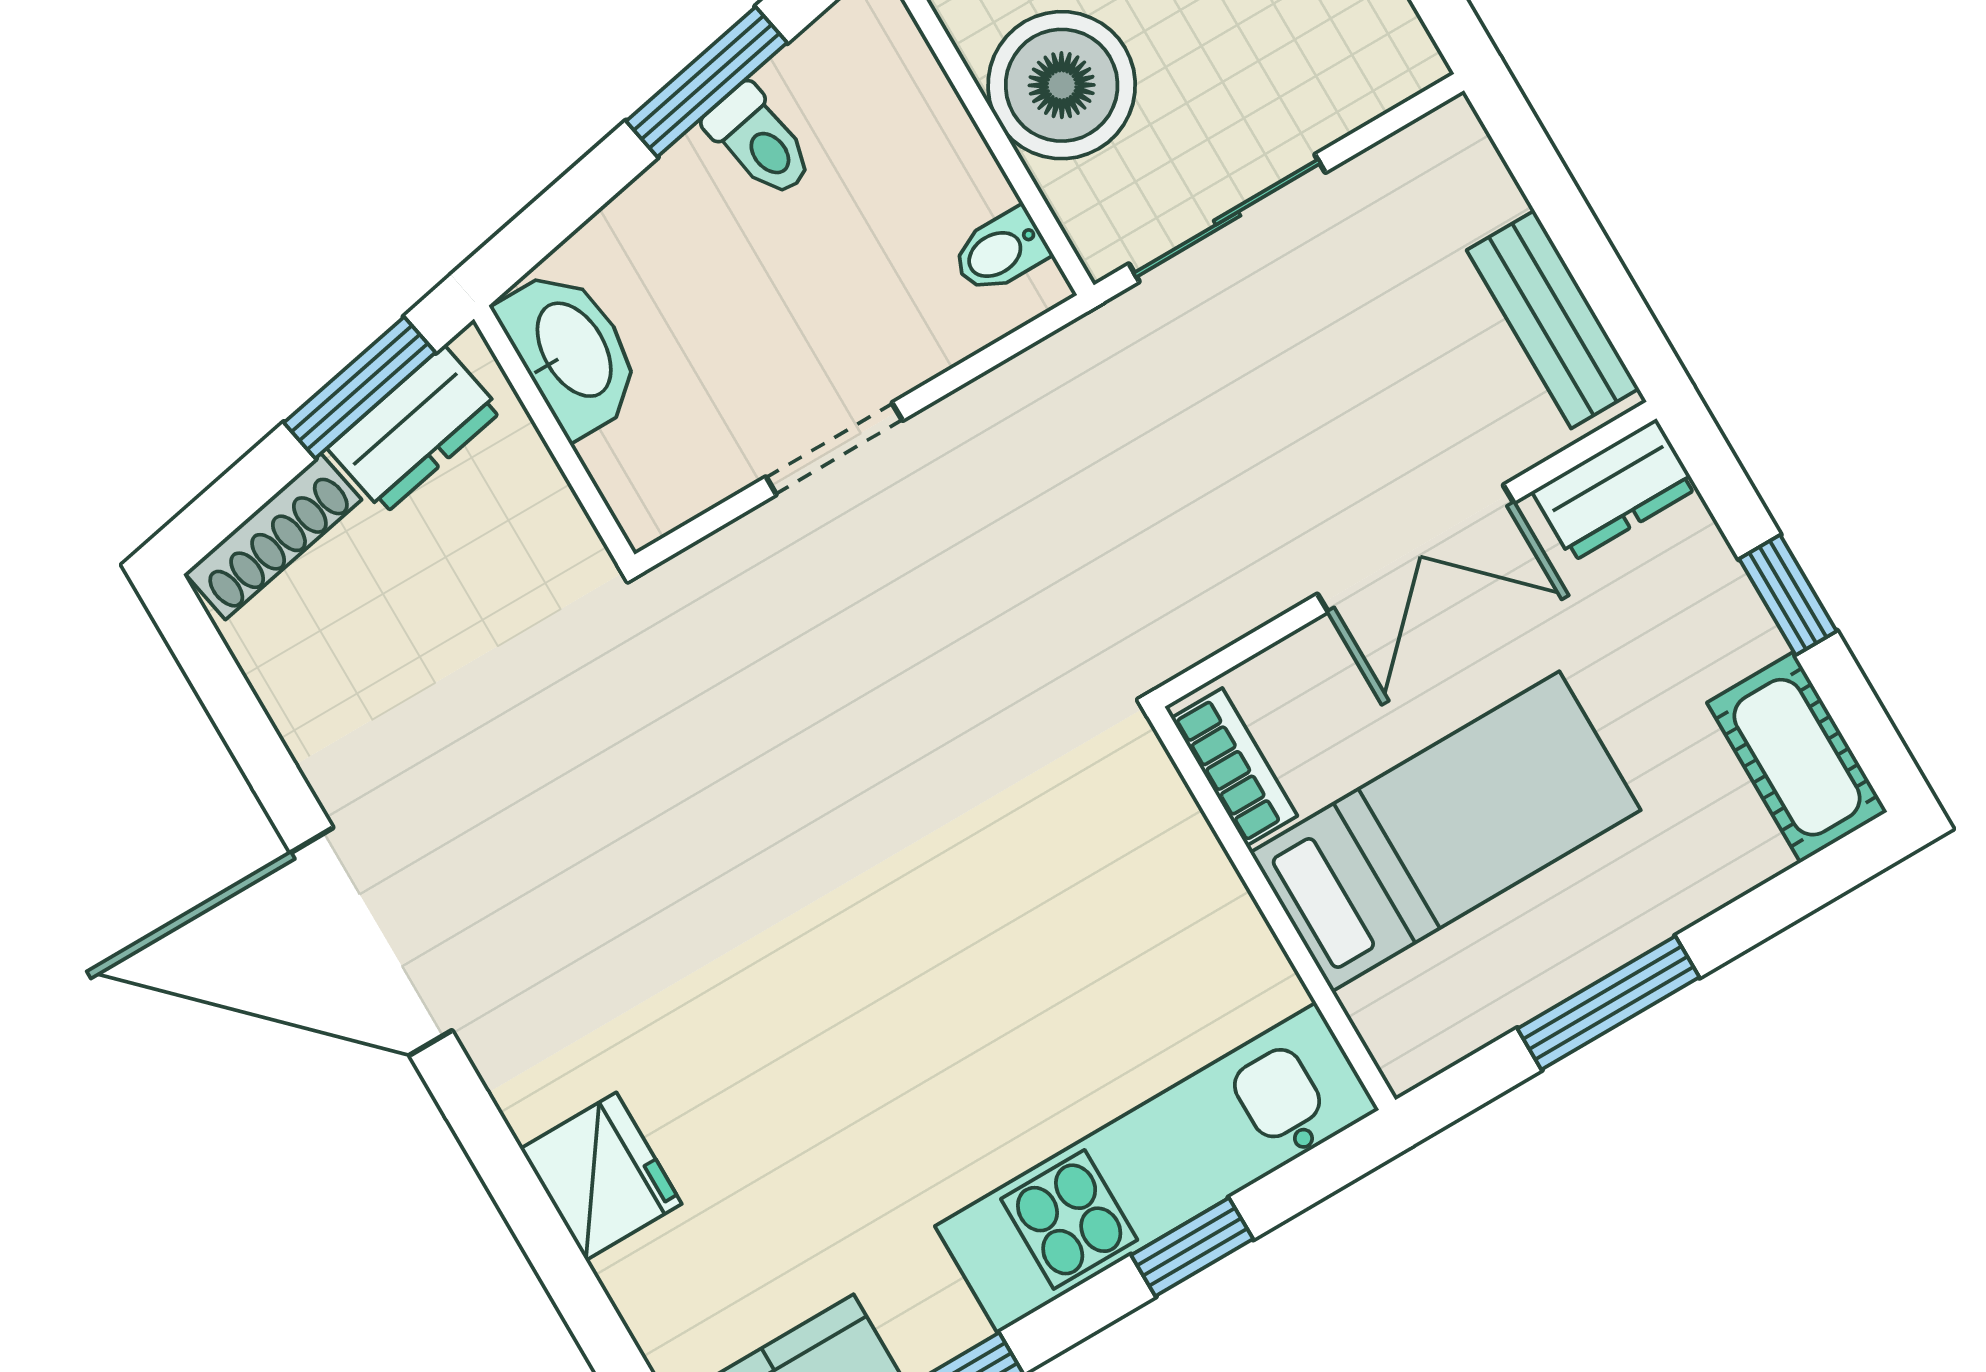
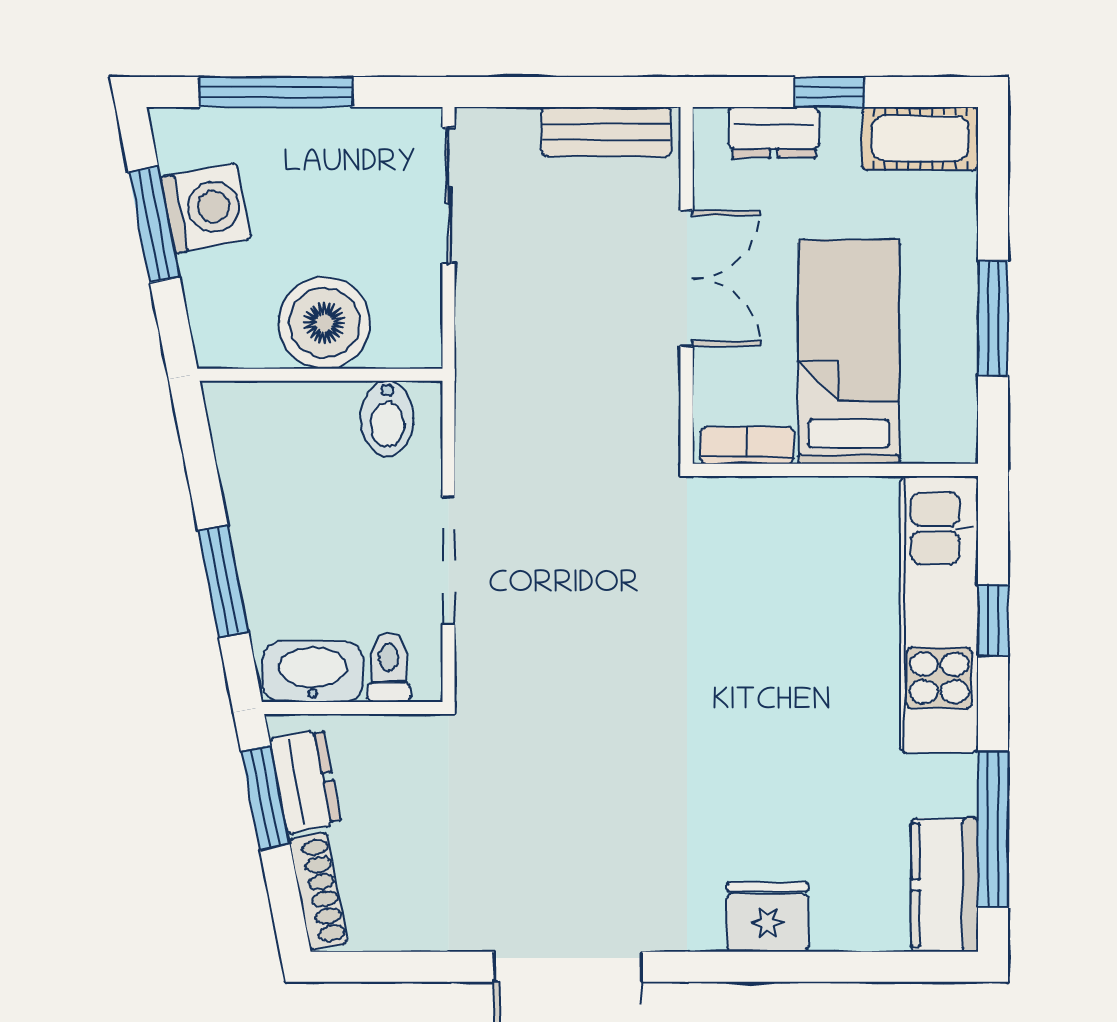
window: (707, 82) -> (223, 581), moved
toilet: (760, 141) -> (389, 667), moved, turned -79
sliding door: (1227, 218) -> (449, 195), moved
bidet: (1000, 251) -> (387, 419), width x1.38, depth x1.36
doorway: (834, 449) -> (449, 561), width x1.38
dresser: (1615, 490) -> (774, 132), moved, turned 90

